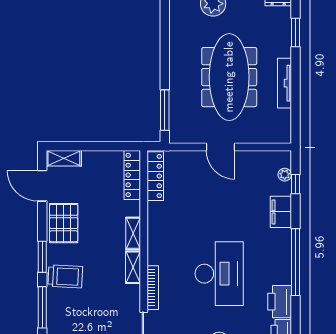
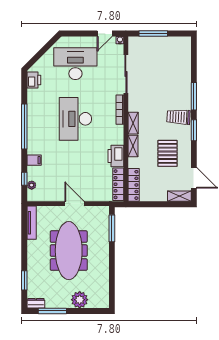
tv unit: (285, 83) -> (32, 223), moved
filing cabinet: (281, 212) -> (34, 160), width x0.50
pallet: (64, 223) -> (168, 153), moved
printer: (280, 302) -> (116, 156), moved, turned 180

